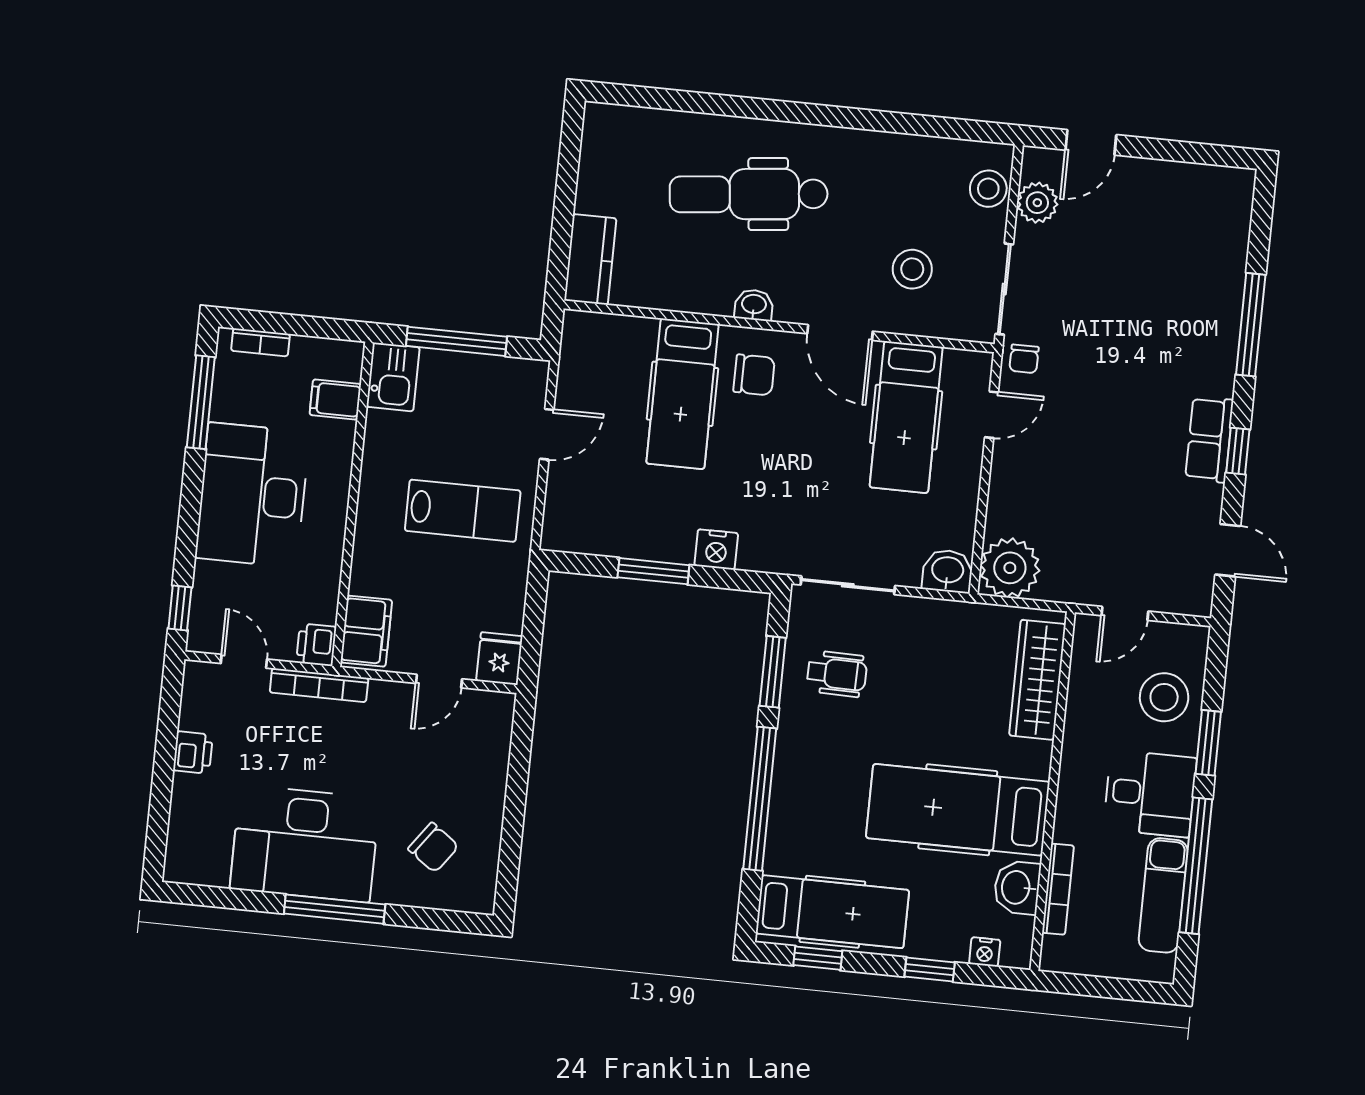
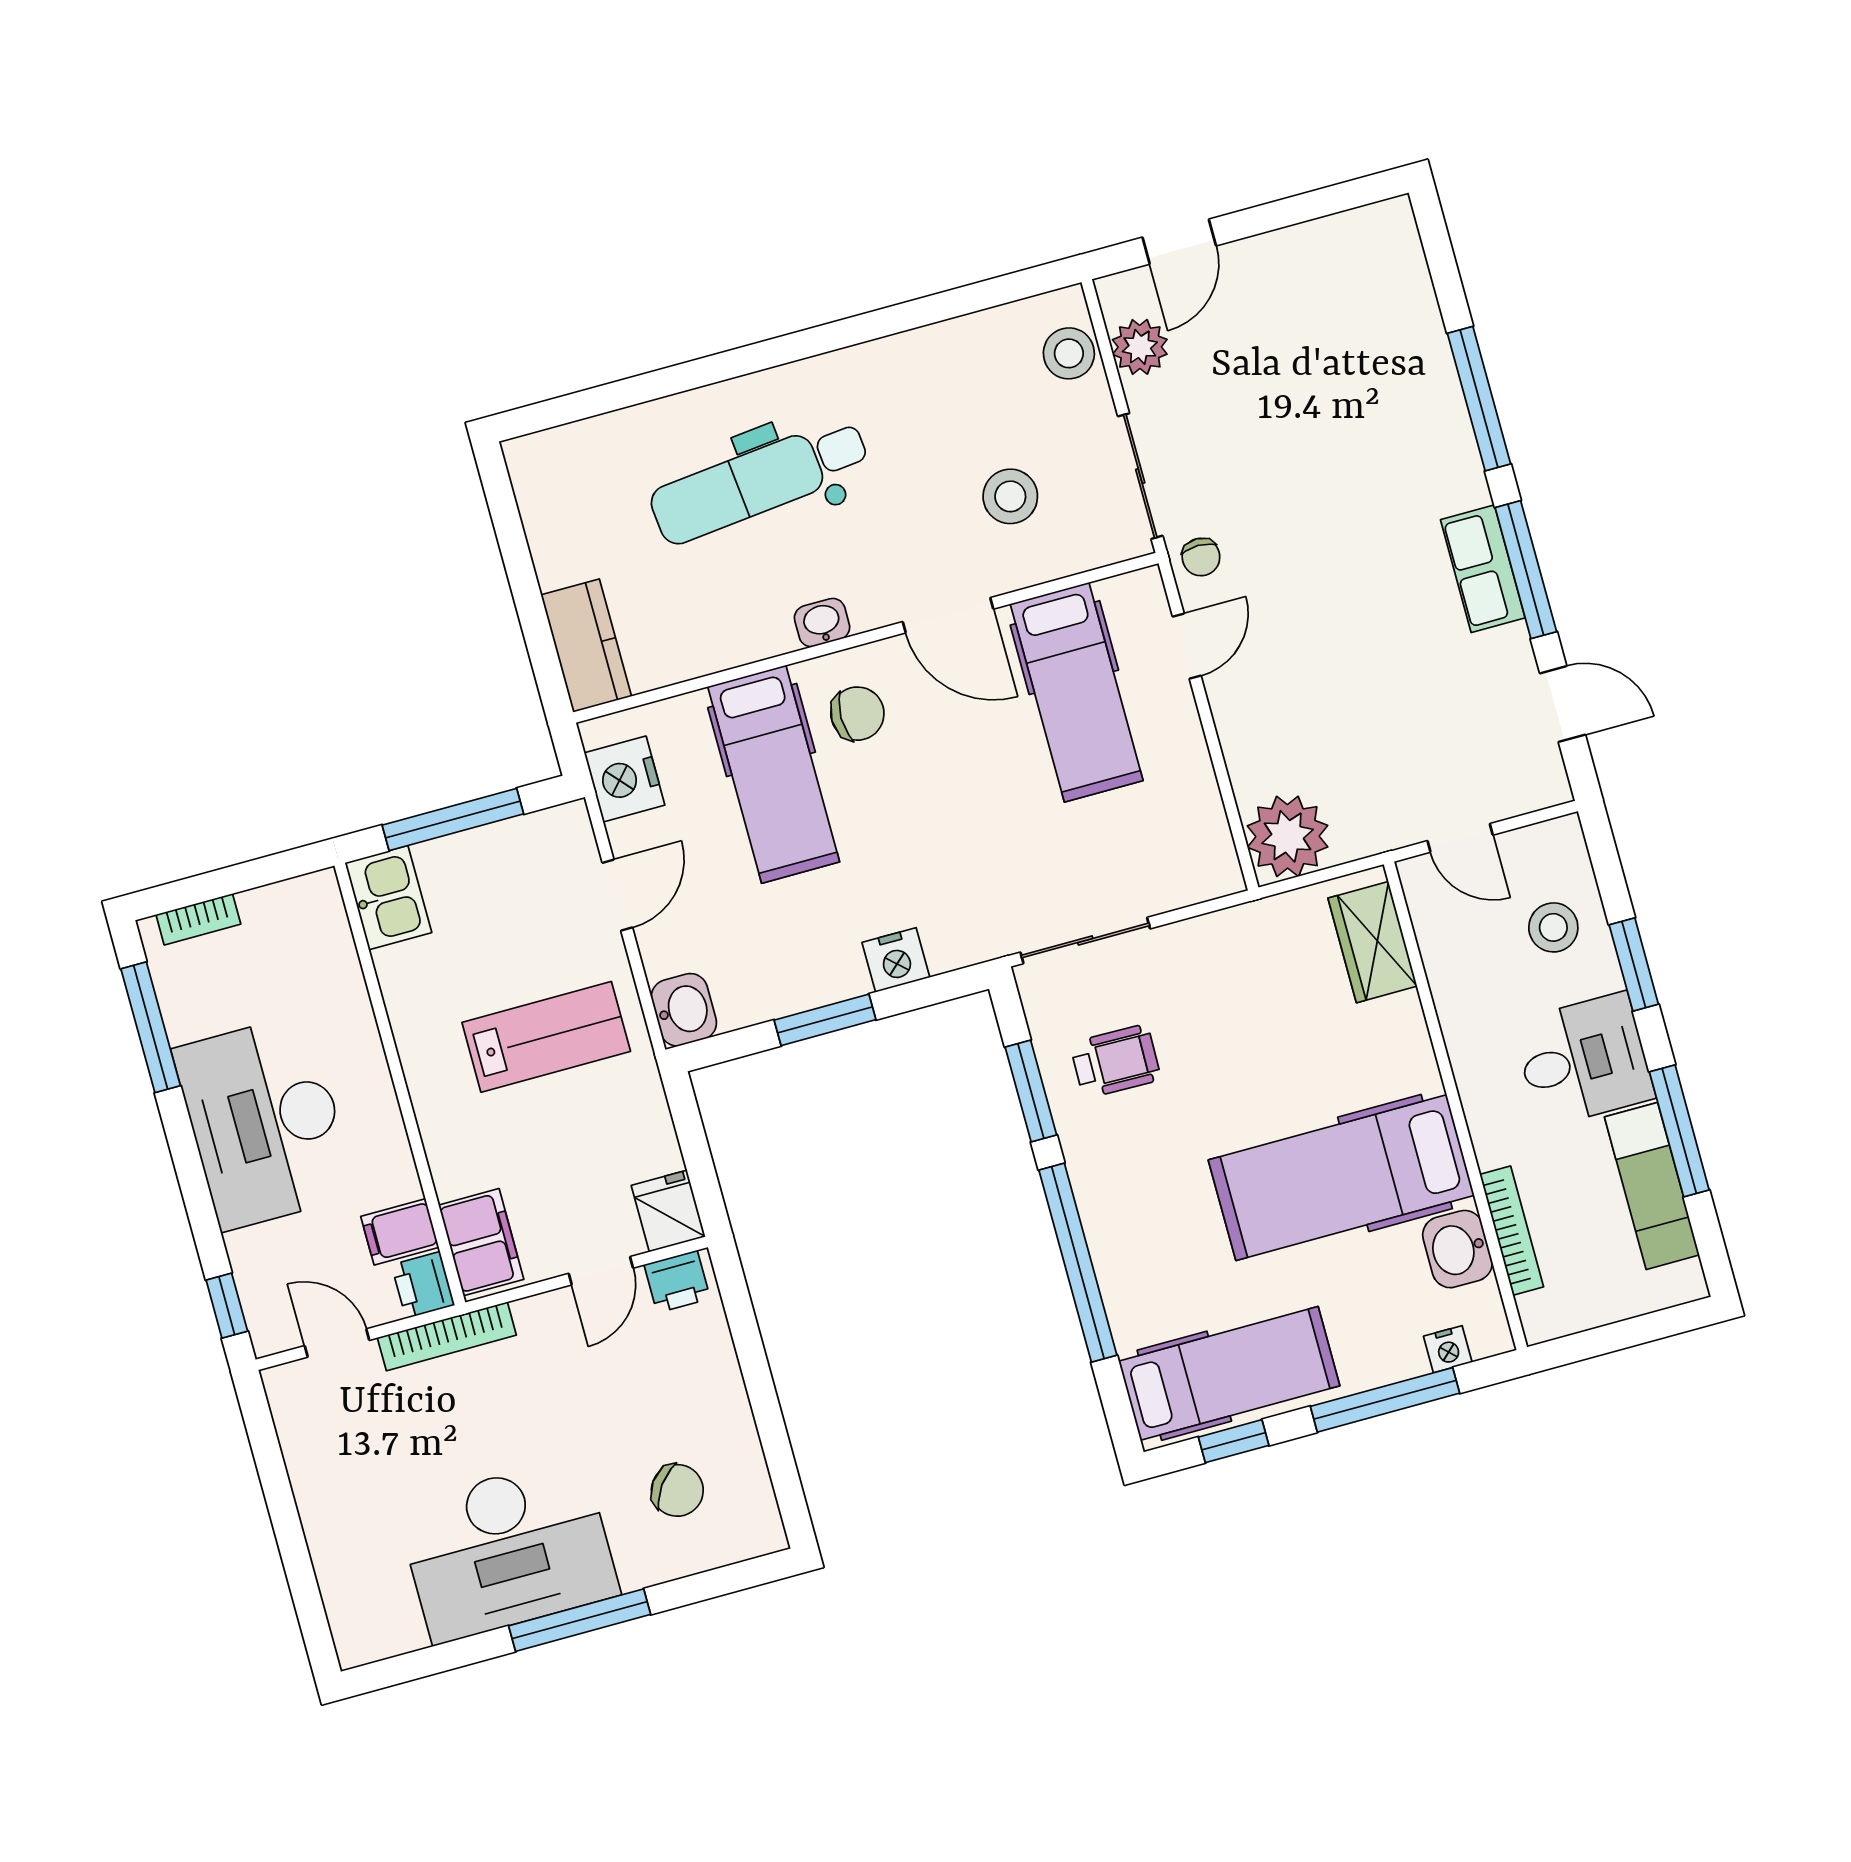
nightstand: (581, 359) -> (624, 779), added
filing cabinet: (335, 399) -> (400, 1232), moved
window: (1238, 451) -> (1526, 570), width x2.17
washbasin: (948, 571) -> (684, 1010), moved, turned 90
door: (1125, 613) -> (1460, 838), hinge flipped
wardrobe: (1037, 680) -> (1372, 942), width x0.67
stool: (1164, 697) -> (1553, 927), width x0.73, depth x0.73
printer: (193, 753) -> (677, 1282), moved, turned 90
window: (1196, 866) -> (1679, 1131), width x0.68
window: (930, 970) -> (1385, 1400), width x2.17

